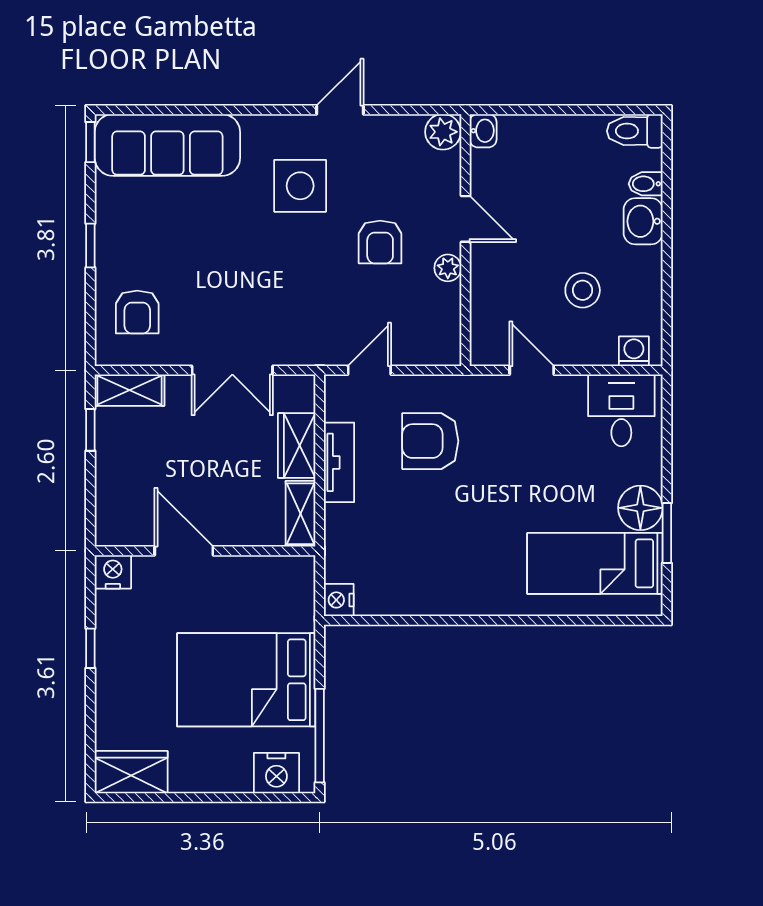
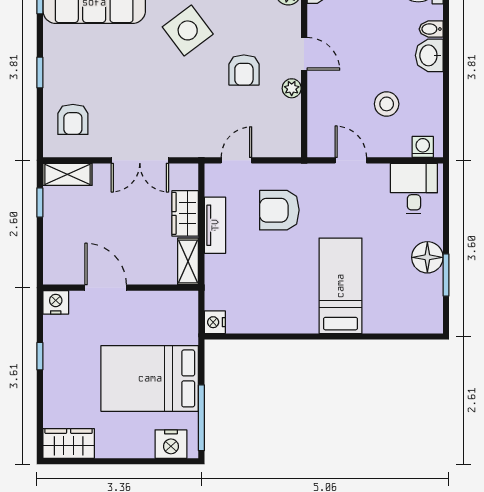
side table: (300, 186) -> (188, 30), turned -37
bed: (595, 563) -> (340, 286), moved, turned 90

